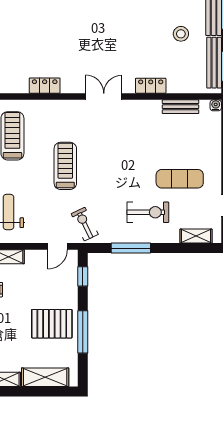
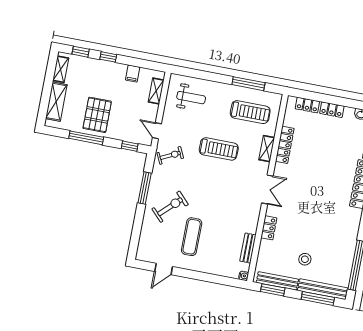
locker: (45, 86) -> (285, 145), width x1.53
exercise bike: (148, 212) -> (170, 207), turned -134
shelving: (196, 236) -> (267, 149), moved

